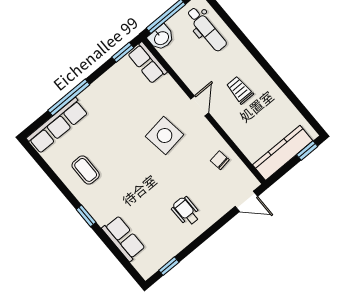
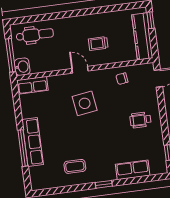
window: (123, 52) -> (16, 96), removed
trolley: (240, 90) -> (98, 44), moved
row of seats: (57, 126) -> (33, 142), moved

